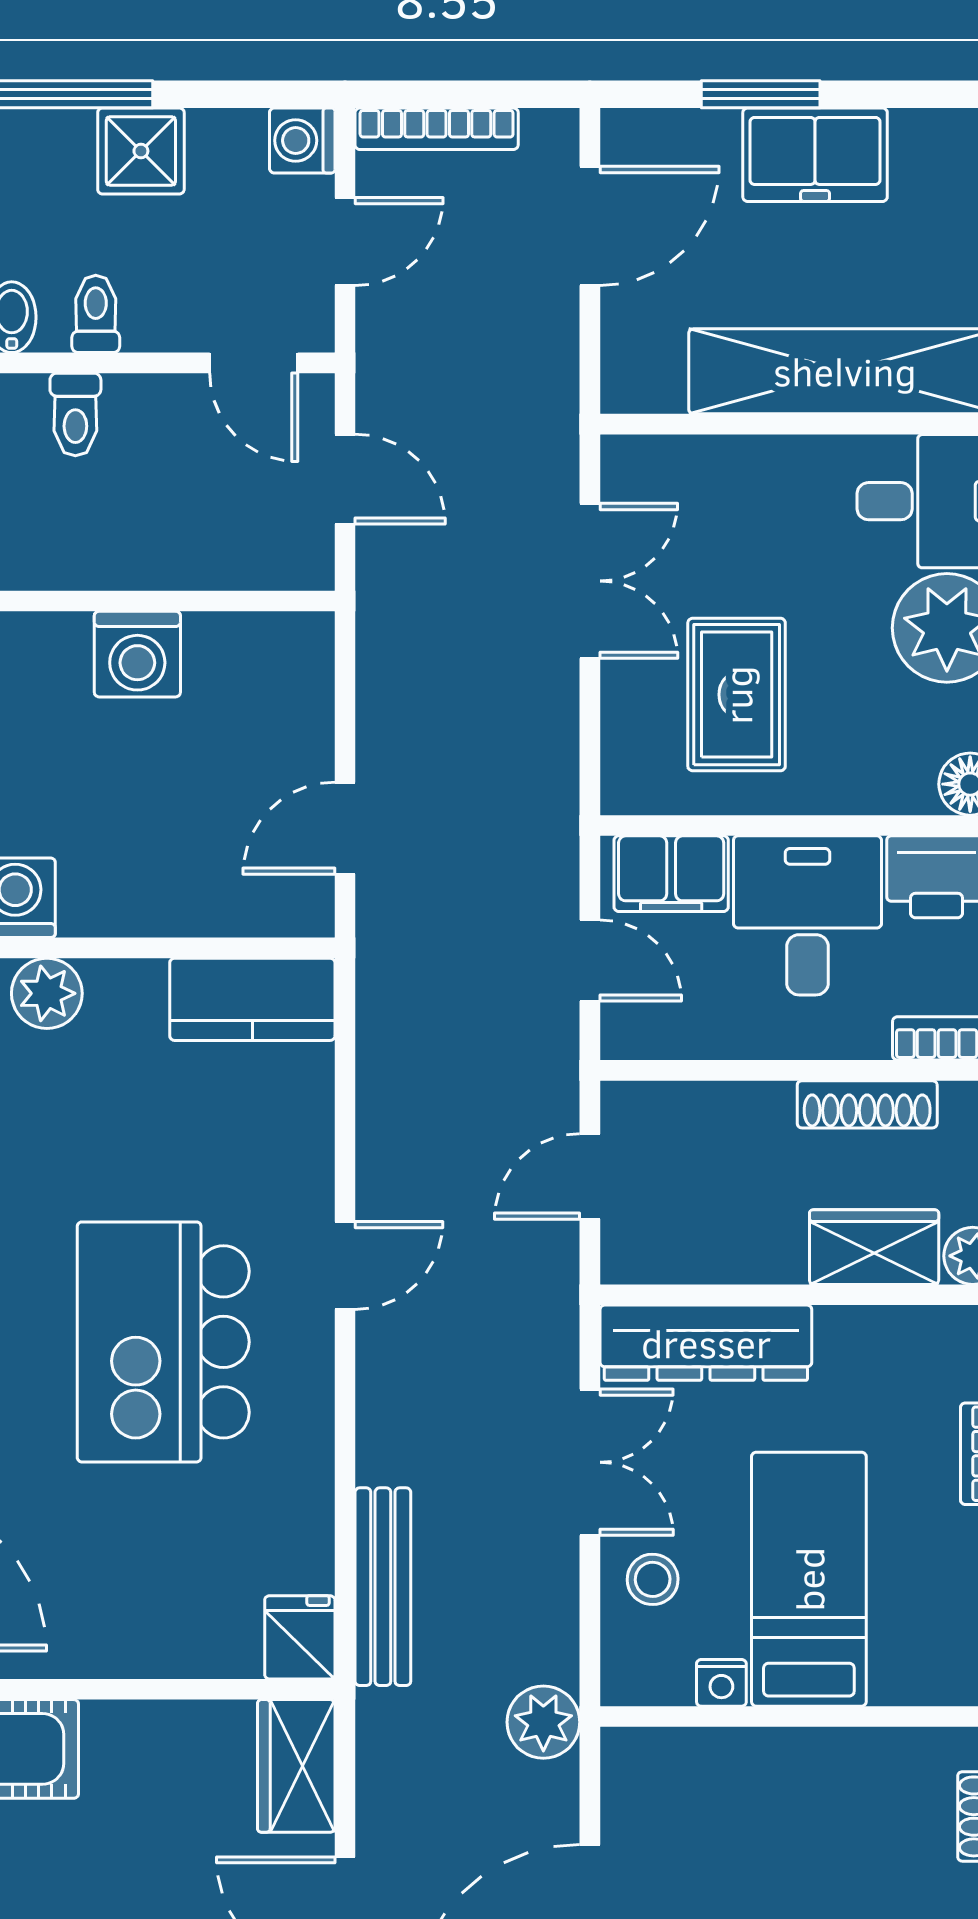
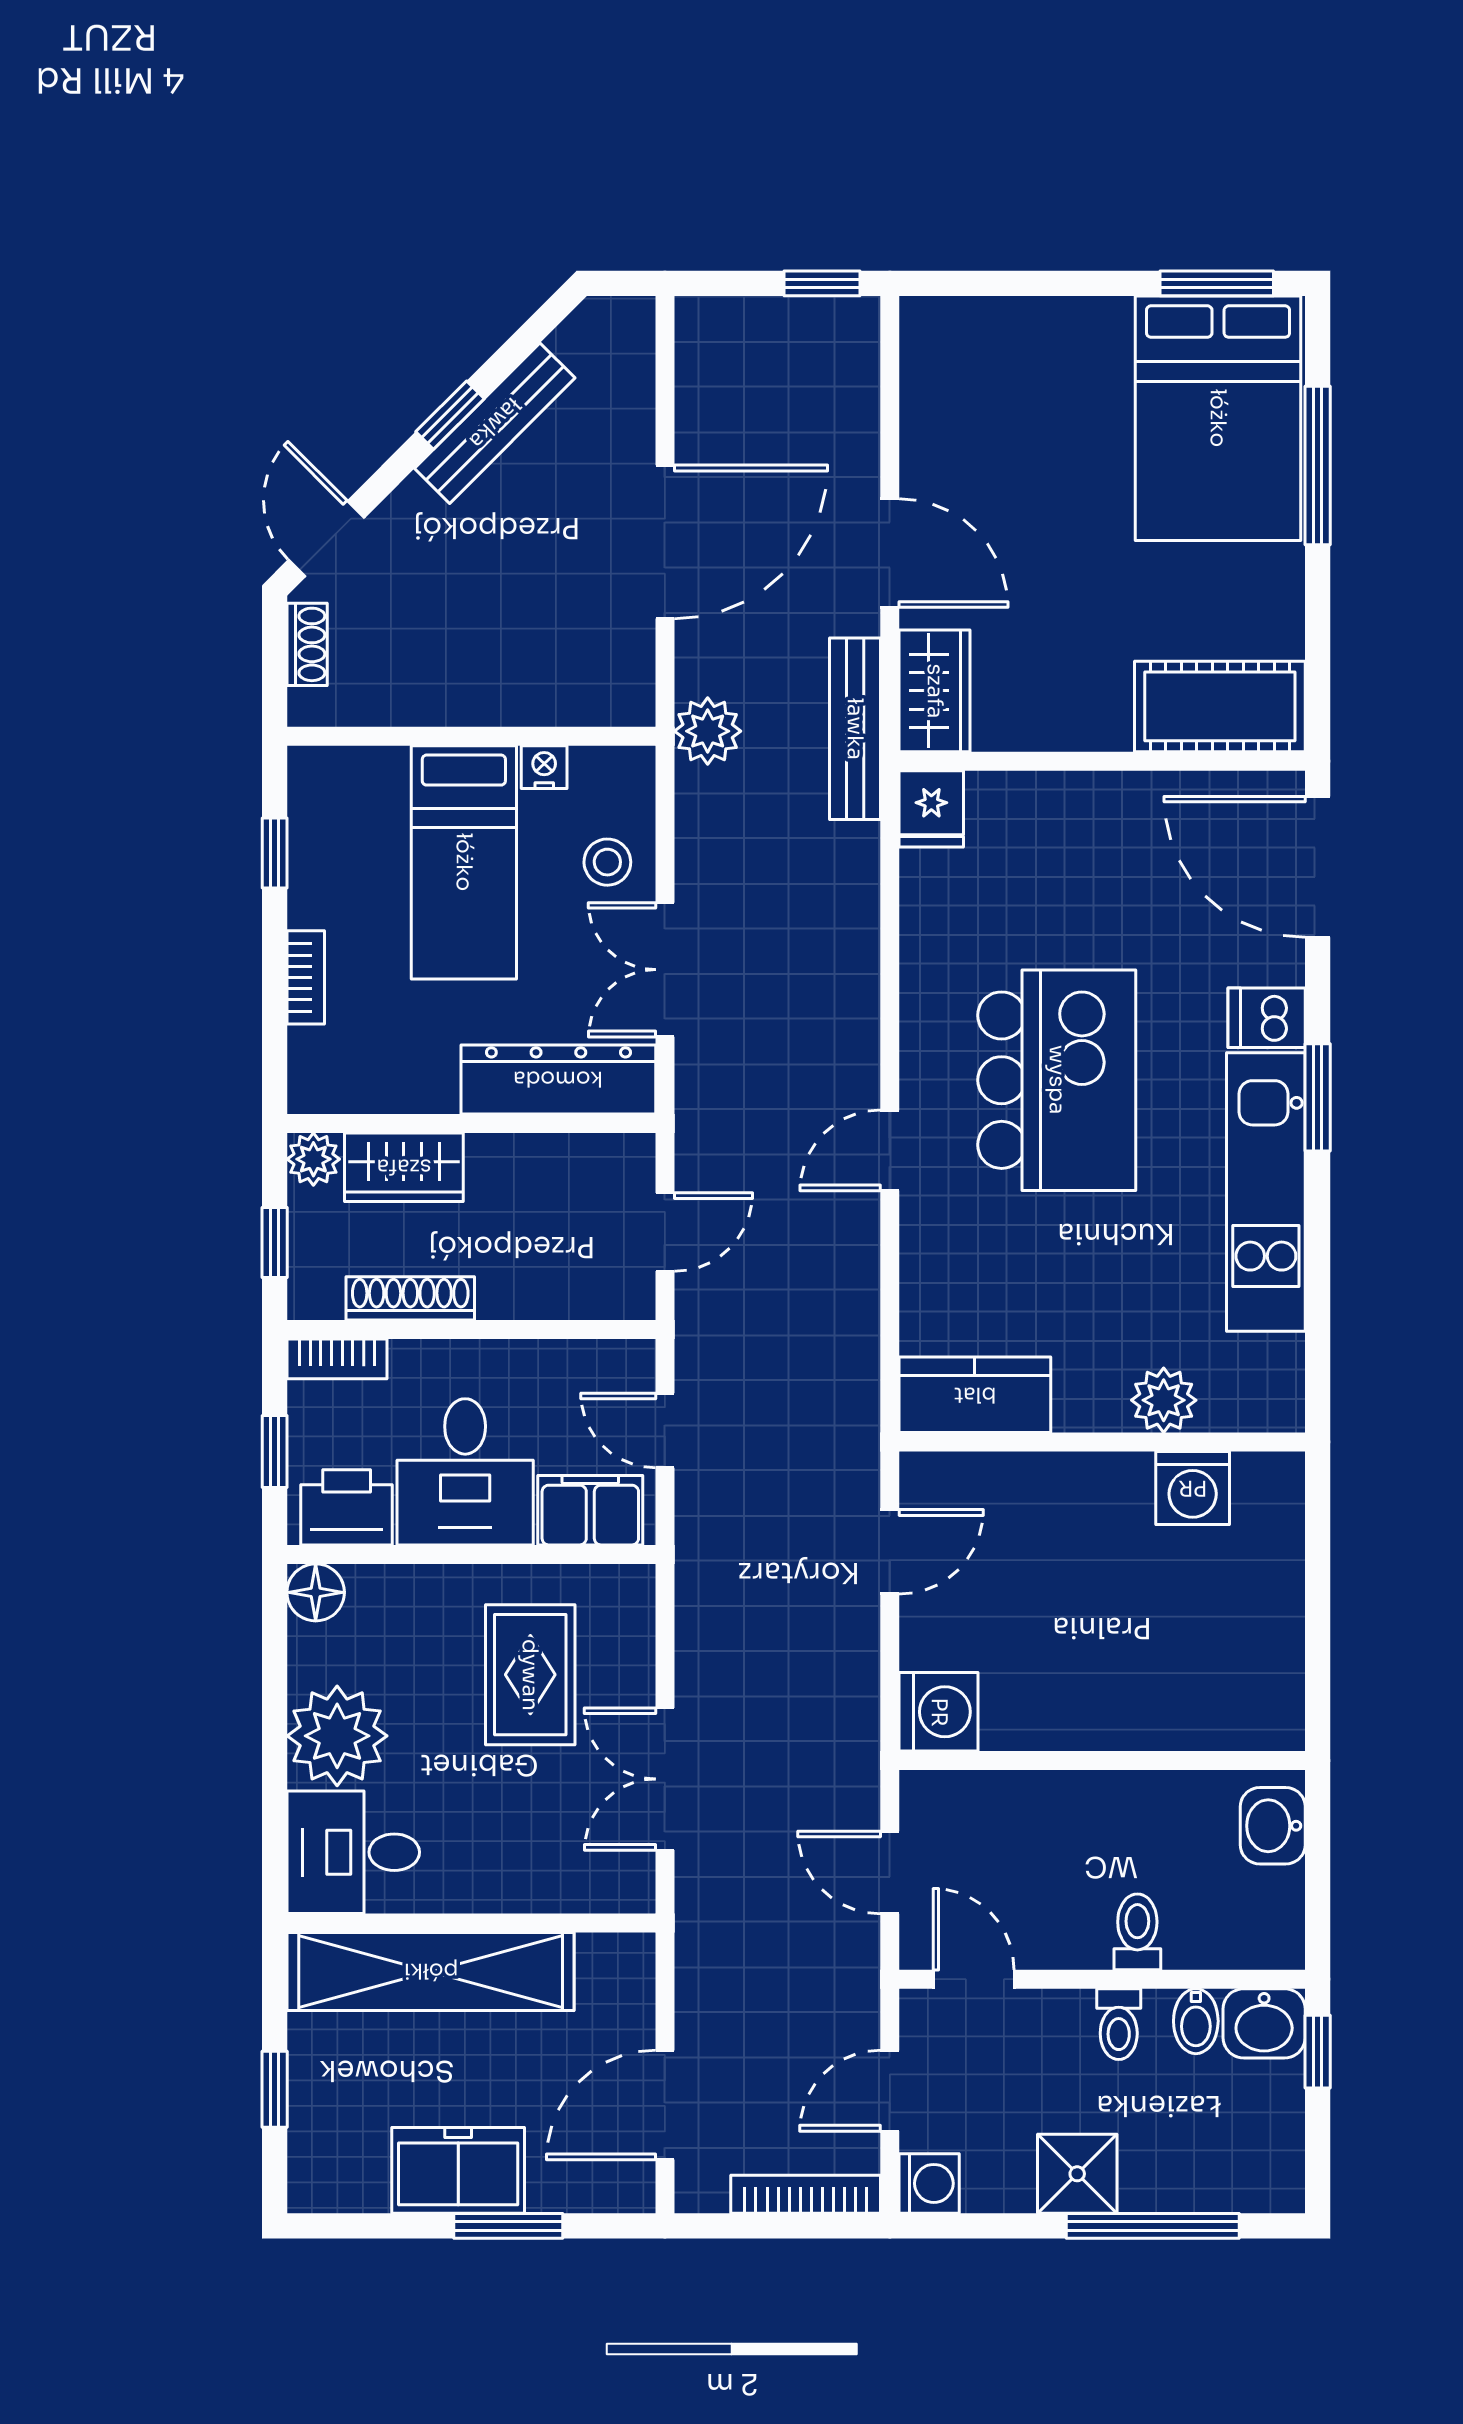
washing machine: (137, 654) -> (939, 1712), moved, turned 90
bench: (383, 1587) -> (855, 729), moved

